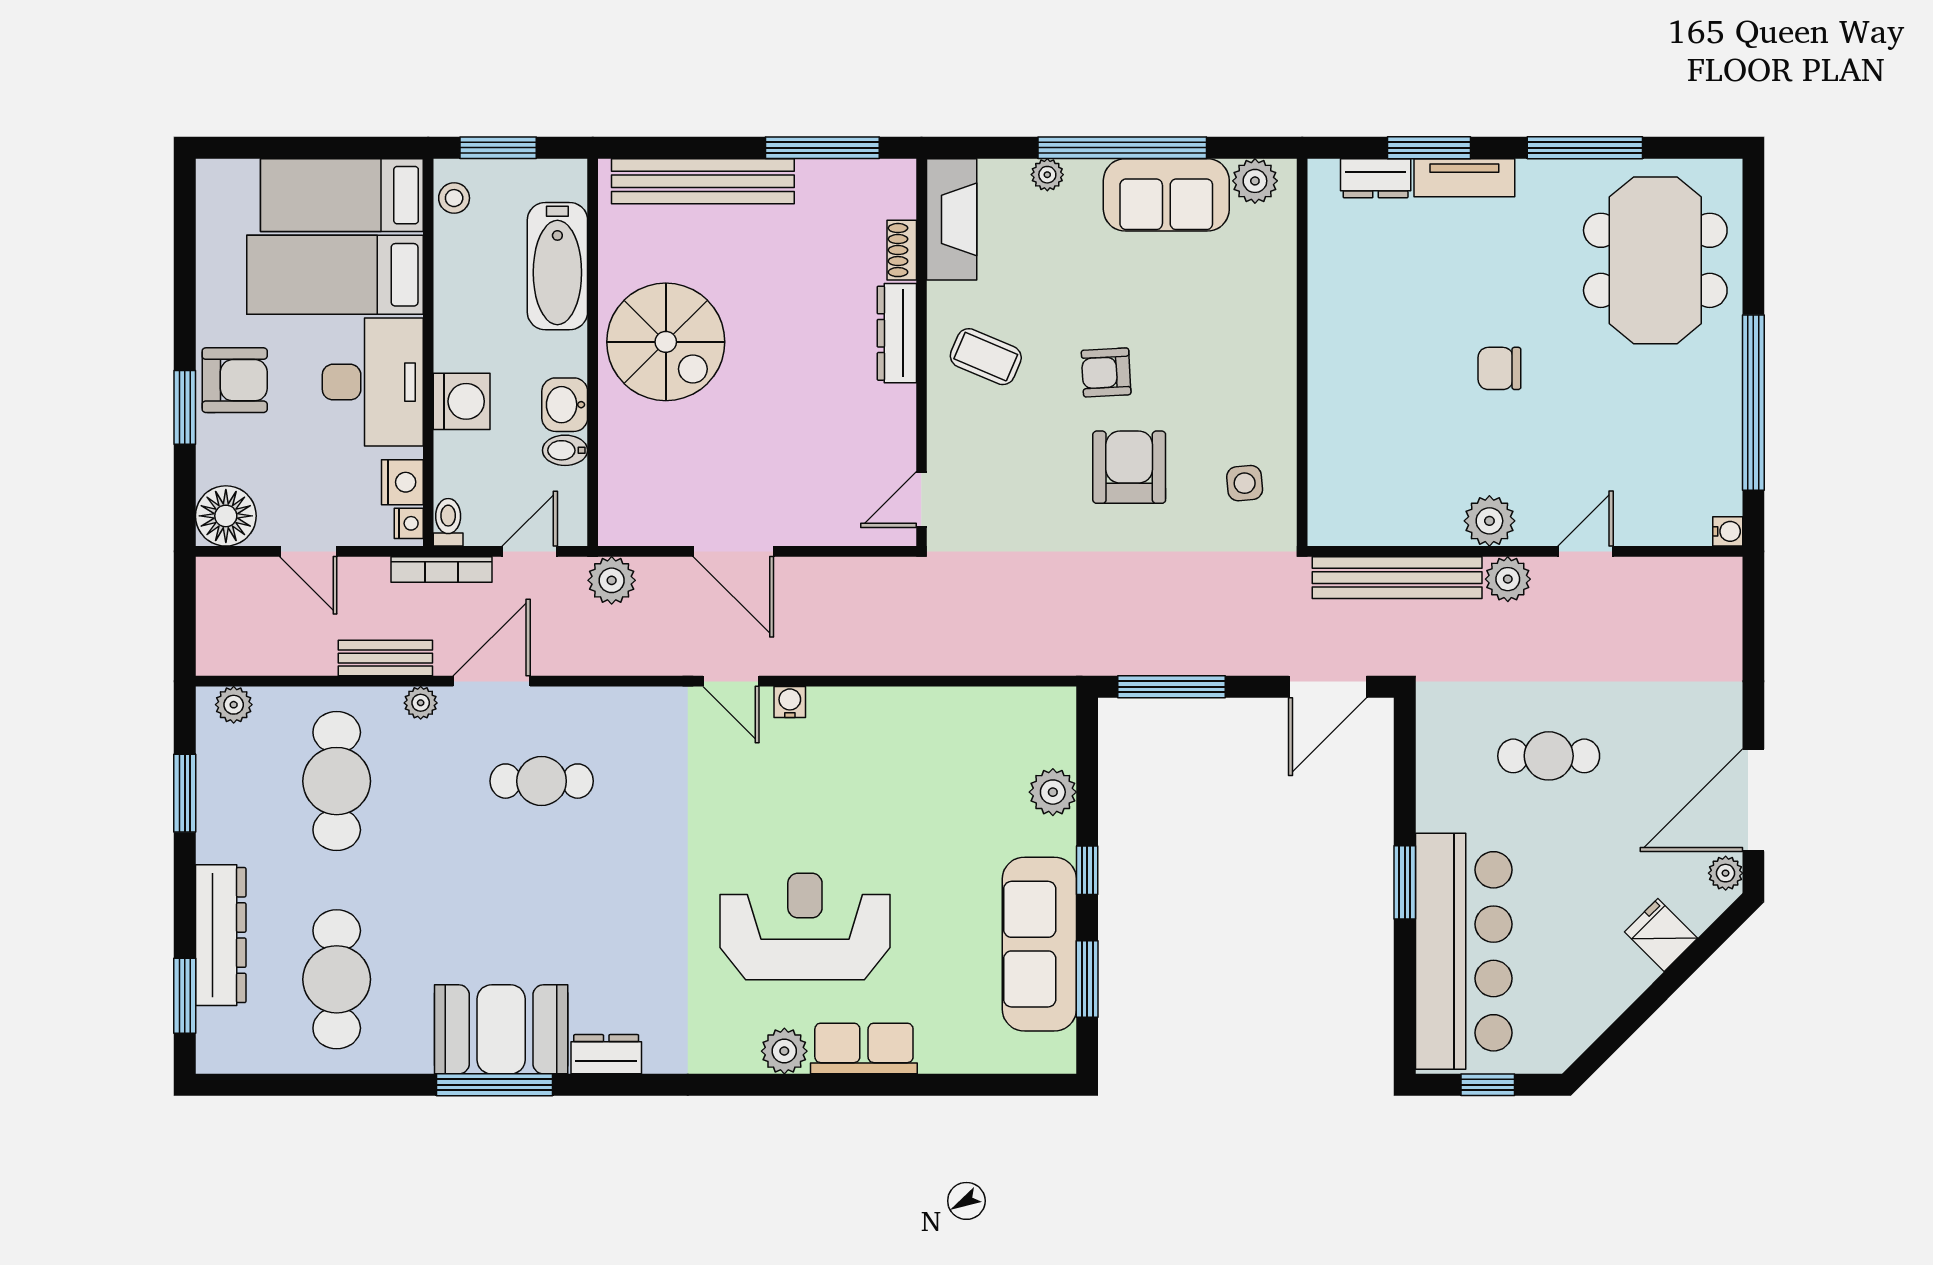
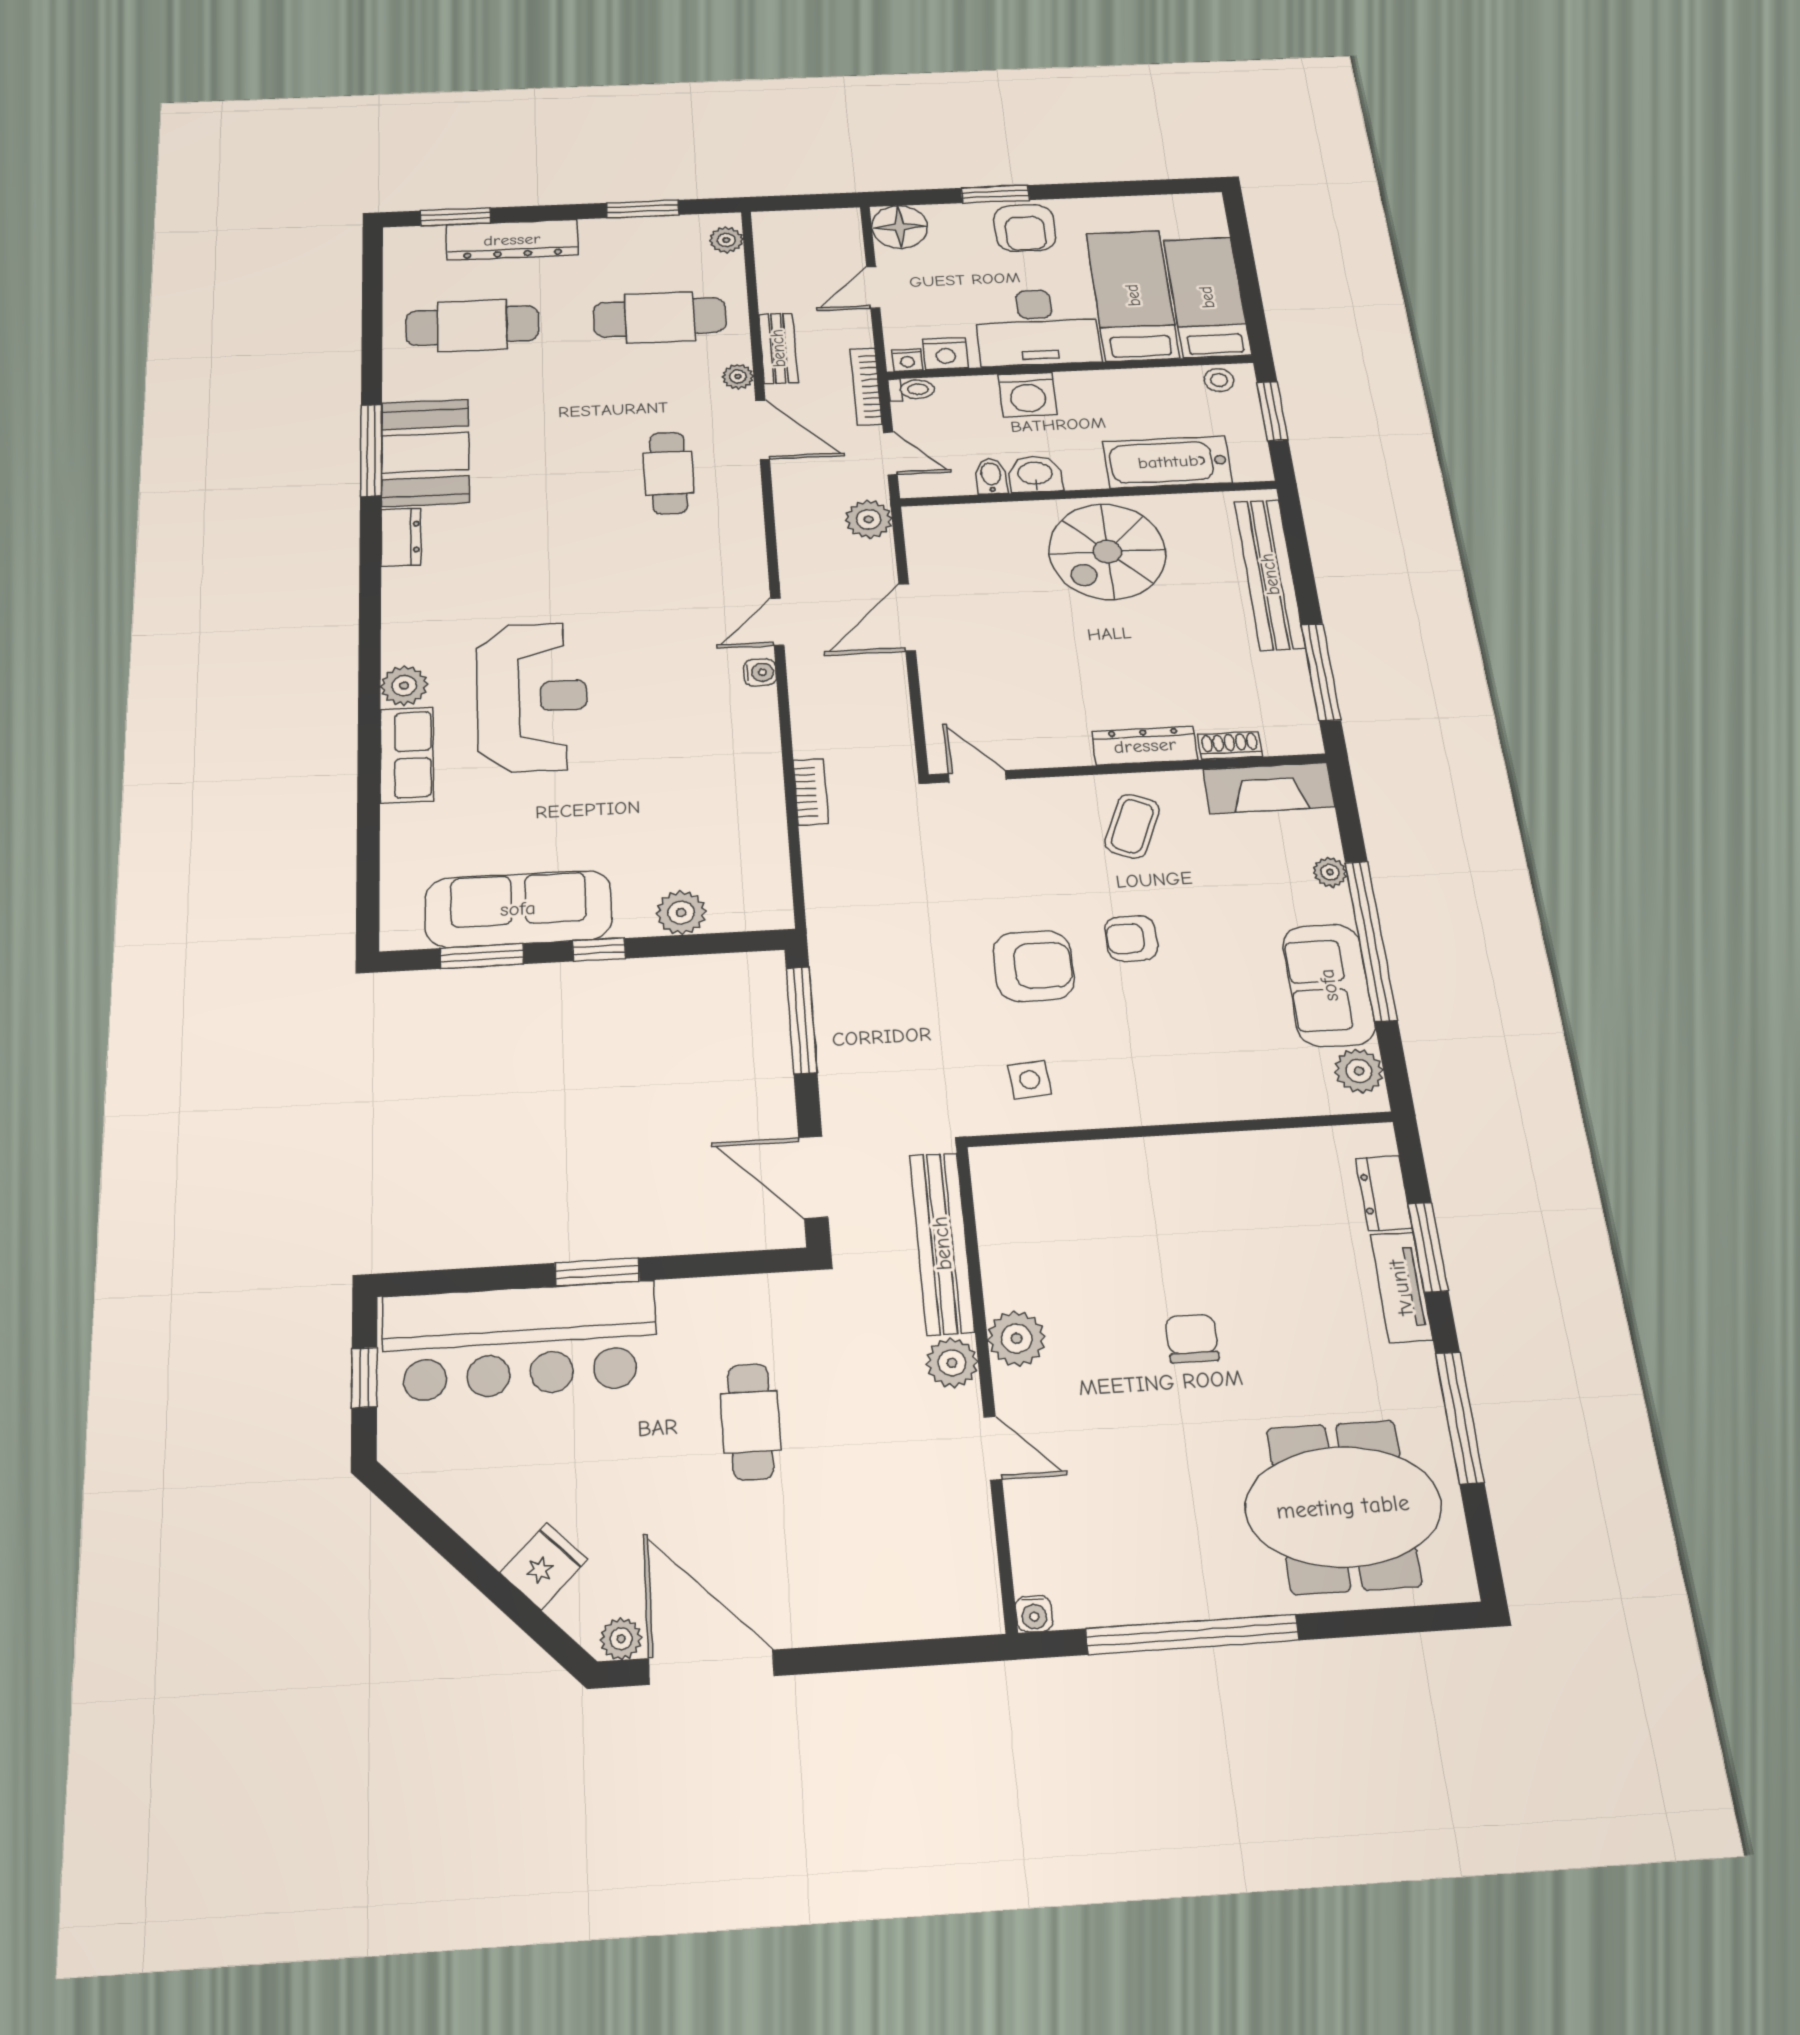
armchair: (1106, 372) -> (1131, 938), turned -87
bookcase: (929, 661) -> (811, 792), added

